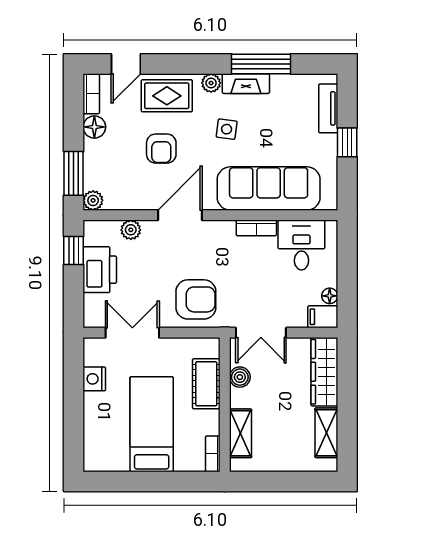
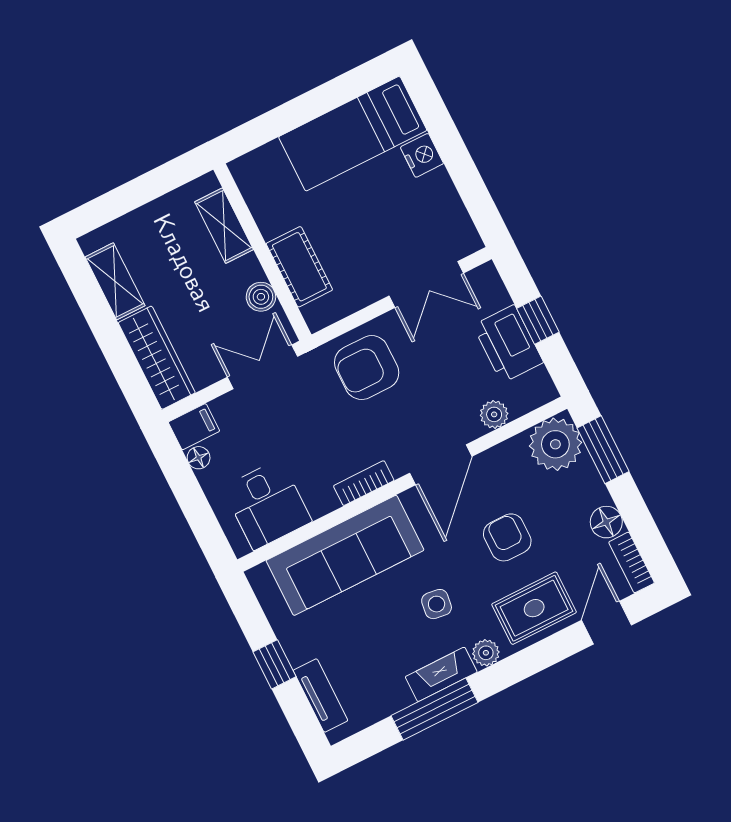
plant: (93, 200) -> (555, 444), width x1.88, depth x1.88
bookcase: (256, 228) -> (364, 483), moved
window: (74, 250) -> (538, 320), moved
nightstand: (94, 379) -> (422, 155), moved
bed: (152, 424) -> (353, 134), moved, turned 90
bookcase: (213, 454) -> (246, 182), removed

